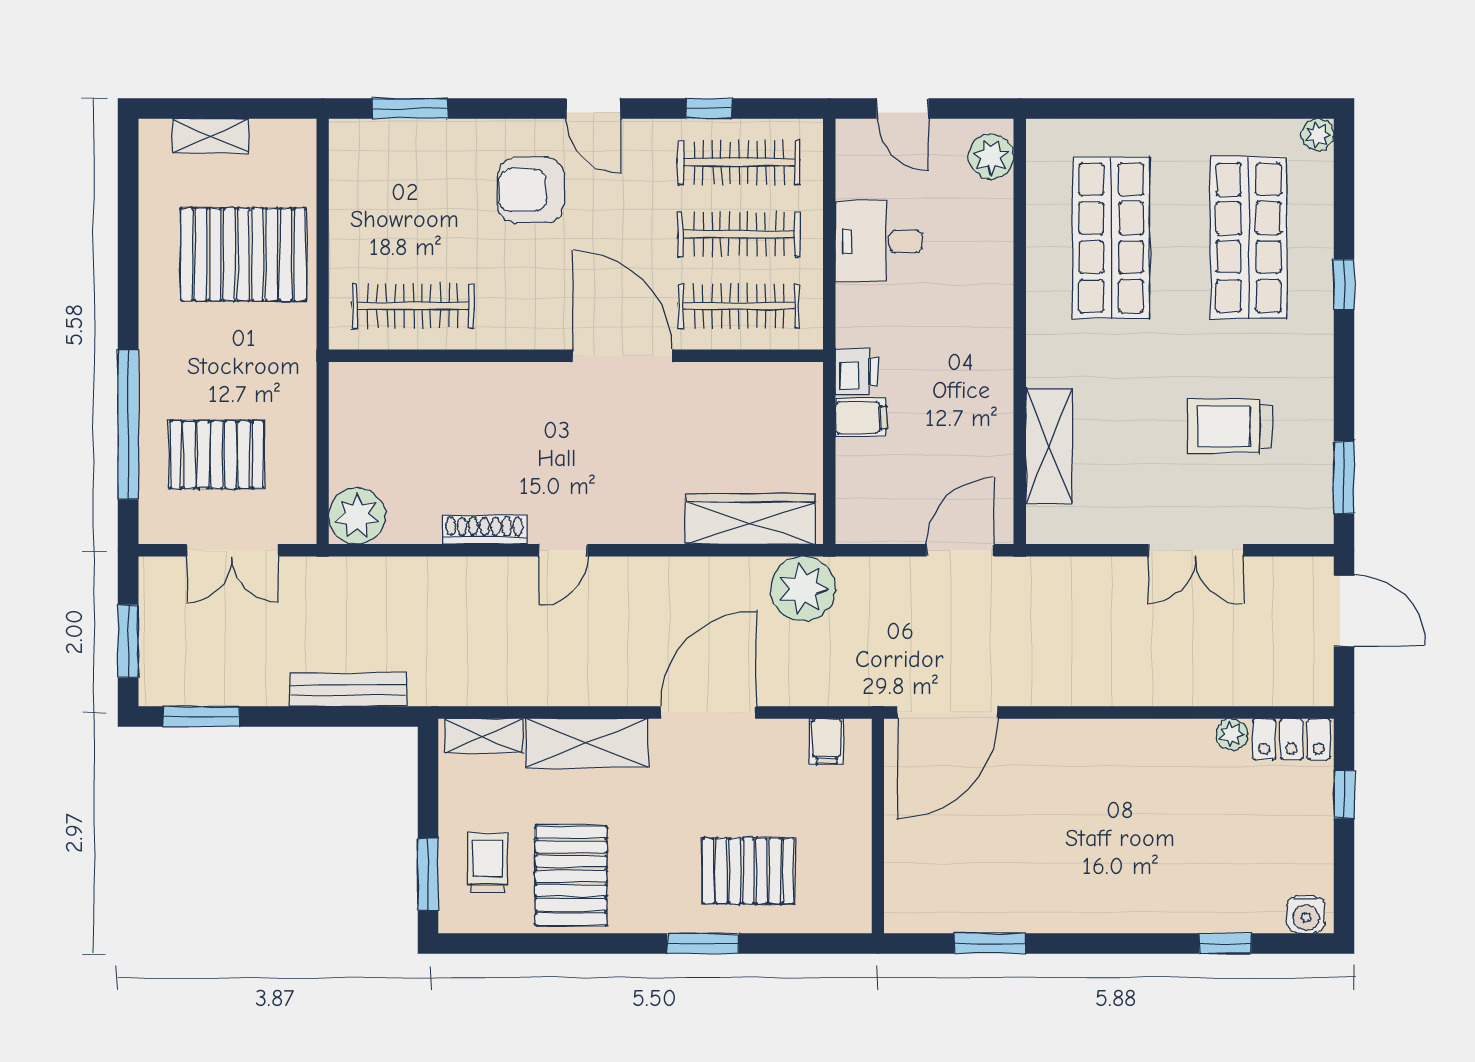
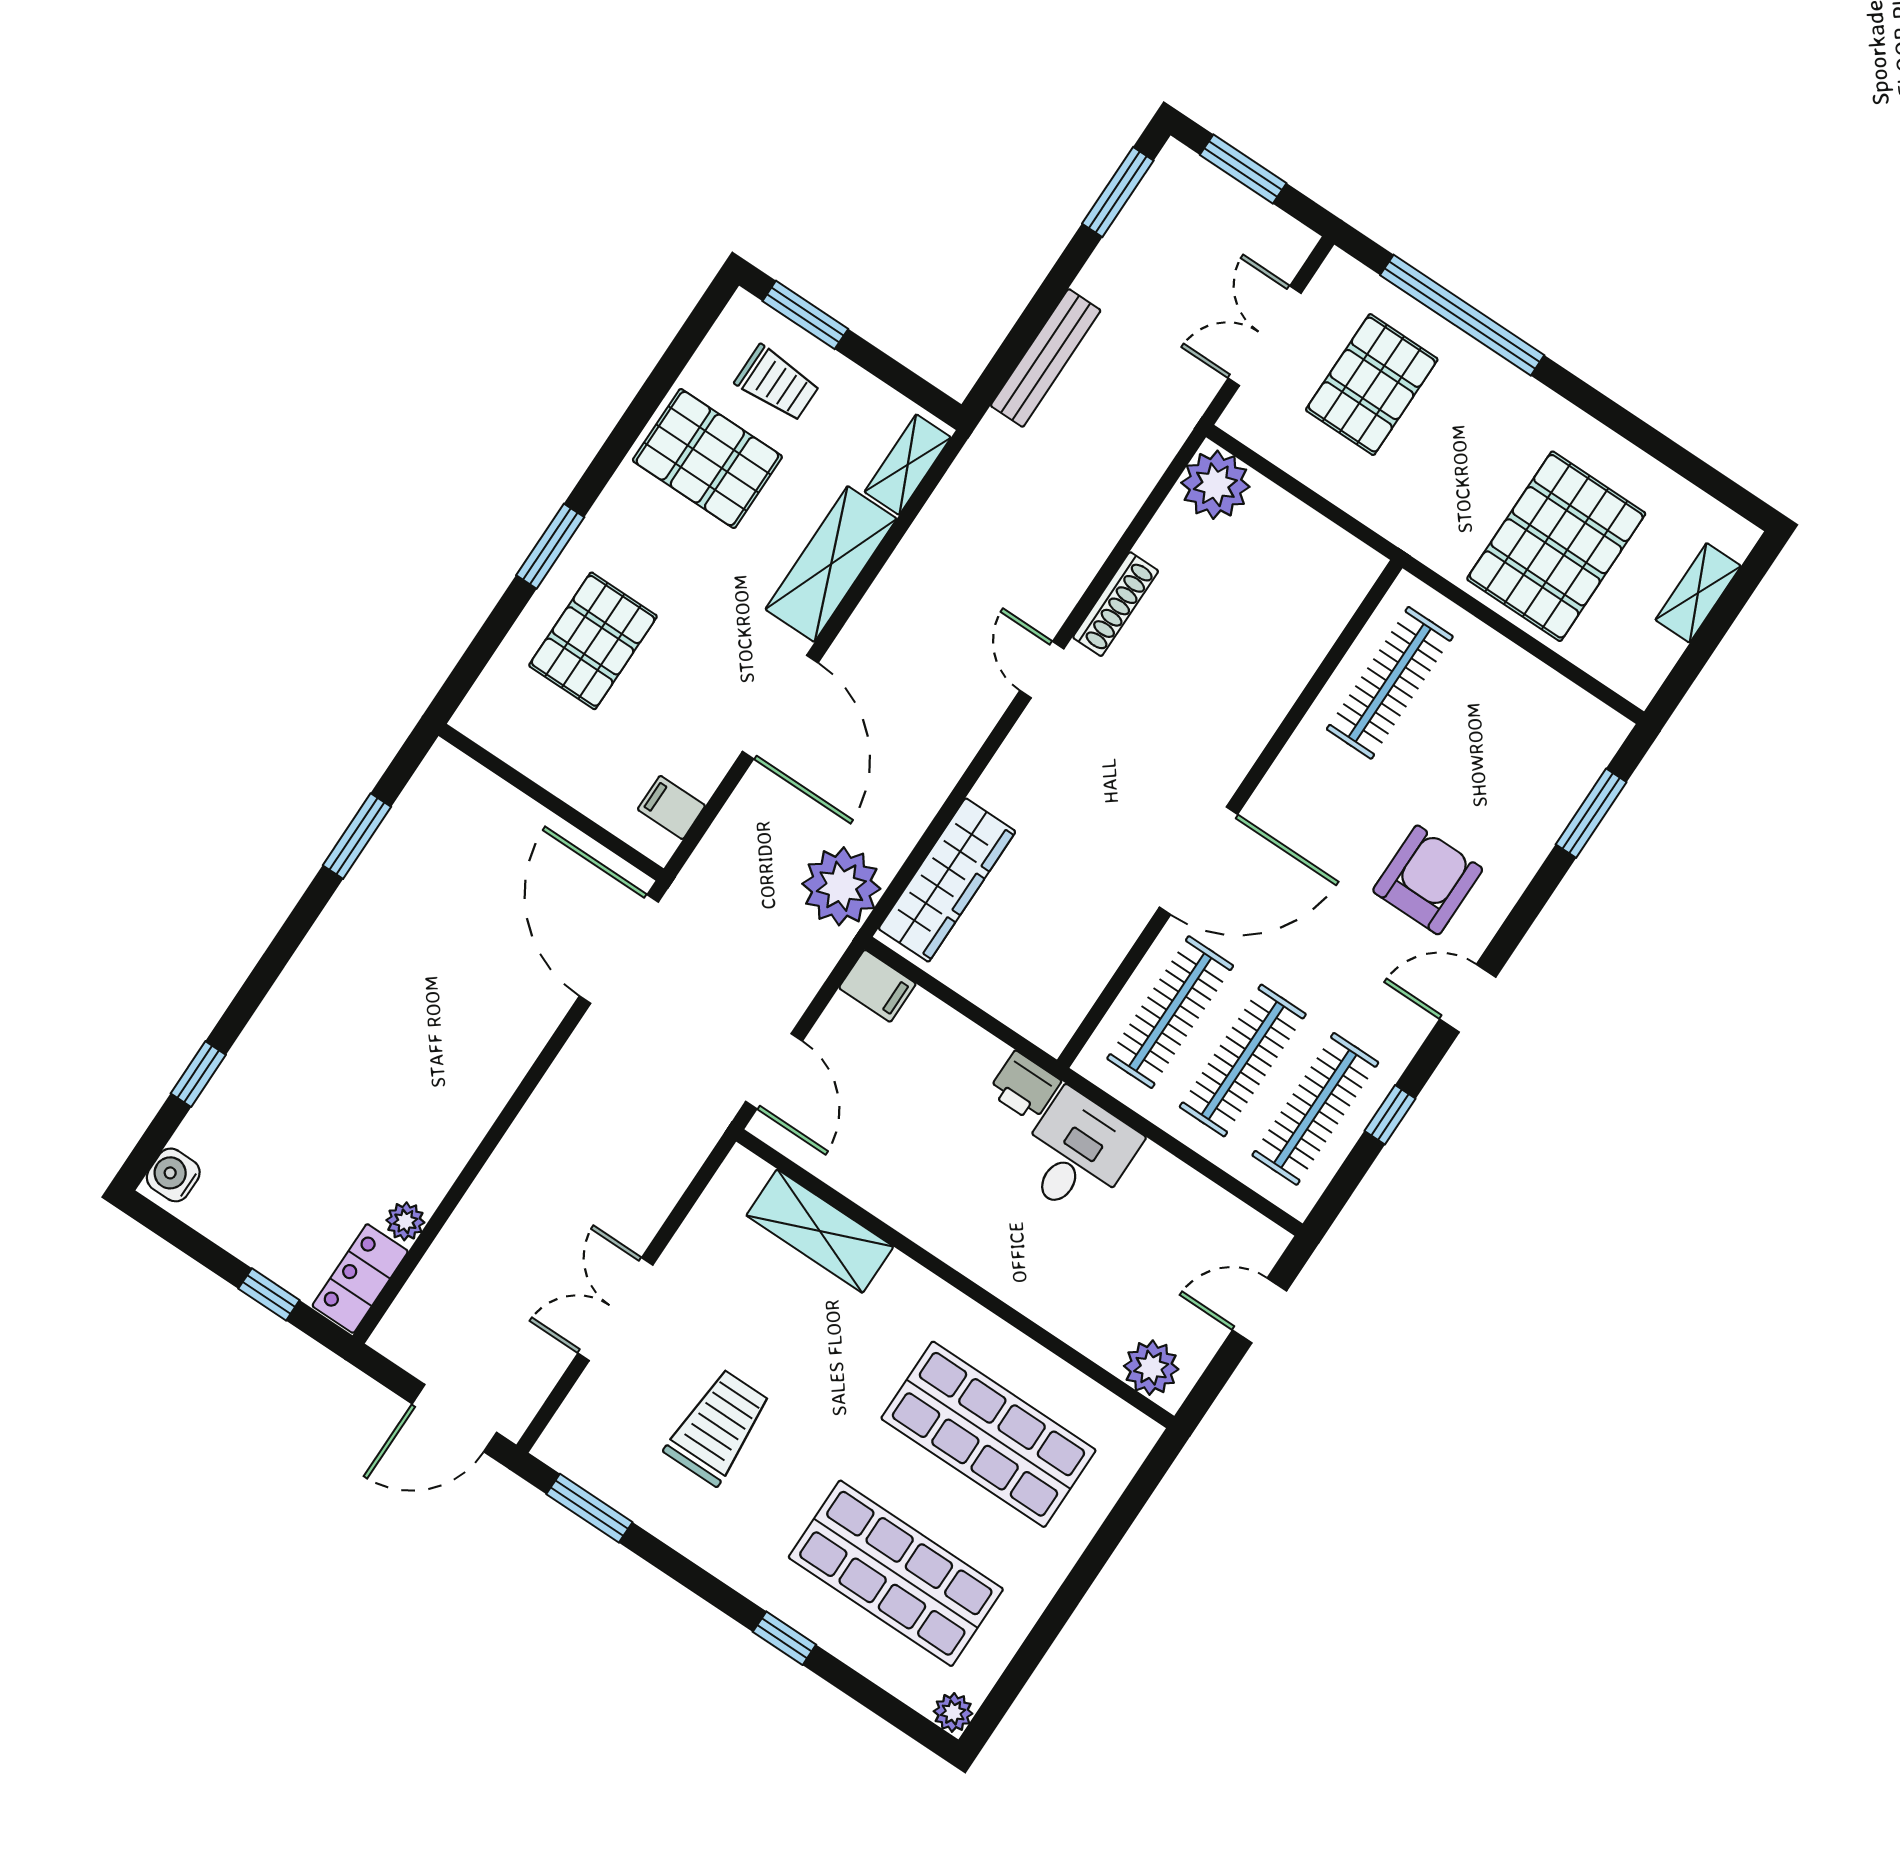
desk: (879, 241) -> (1077, 1154), moved
filing cabinet: (861, 418) -> (877, 986), moved, turned -90

